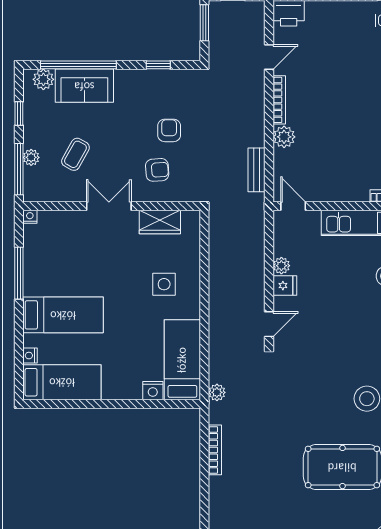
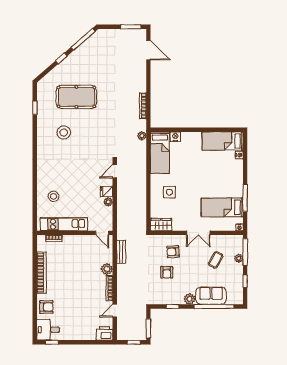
plant: (43, 79) -> (190, 299), moved
wardrobe: (160, 222) -> (161, 225), moved
bed: (63, 315) -> (222, 207), moved

